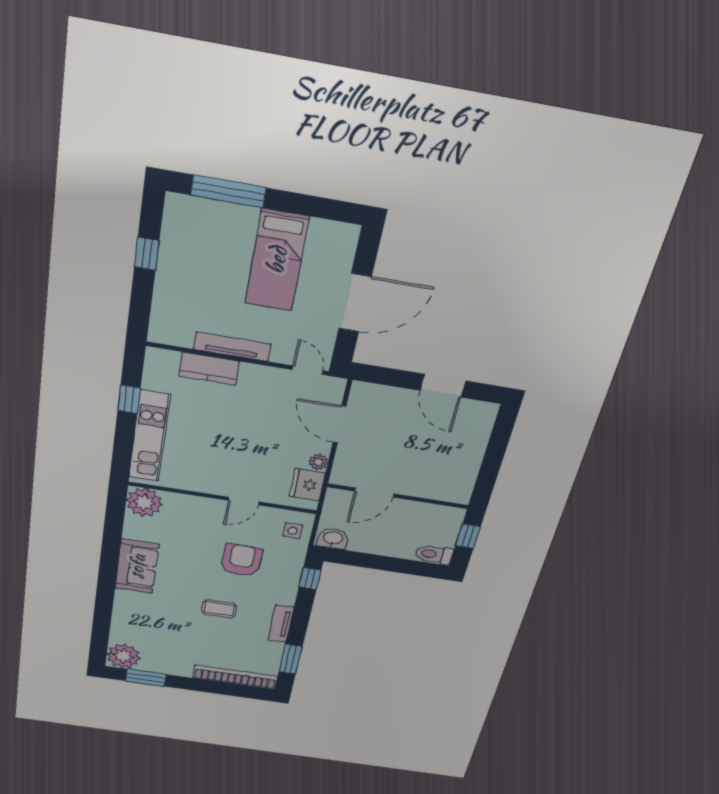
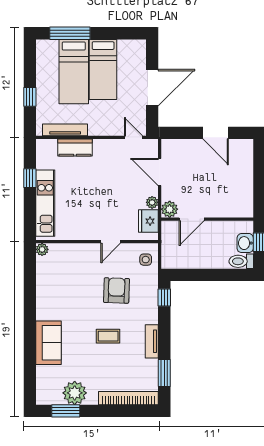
window: (147, 254) -> (30, 97), moved
bed: (225, 255) -> (74, 72), added
tv unit: (232, 347) -> (65, 130), moved
plant: (343, 475) -> (170, 209), added
plant: (144, 502) -> (42, 249), width x0.53, depth x0.53
washbasin: (333, 538) -> (245, 243), moved, turned -90
sofa: (137, 566) -> (48, 343), moved
plant: (123, 656) -> (75, 393), moved

